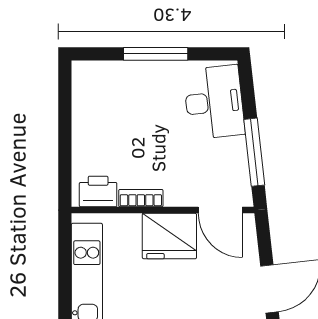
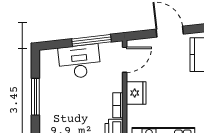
desk: (214, 102) -> (79, 62), moved
fridge: (169, 236) -> (136, 93), width x0.73, depth x0.75

